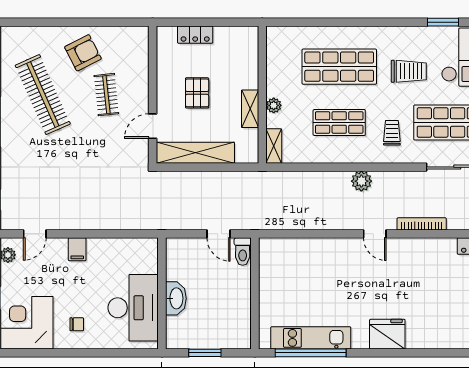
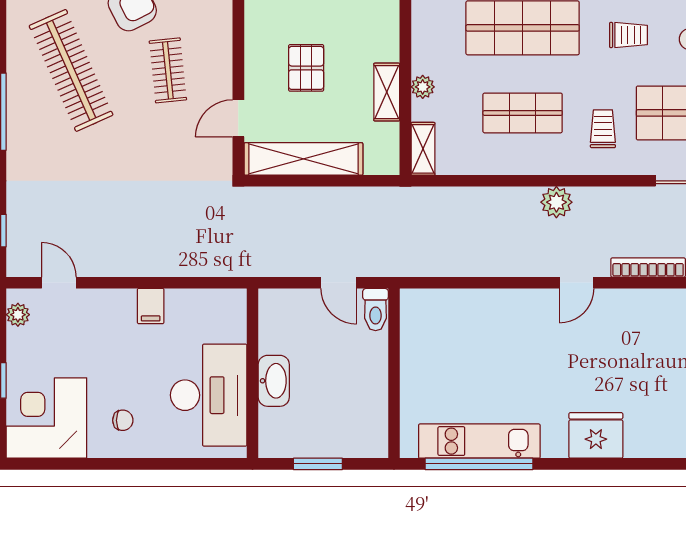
trolley: (409, 71) -> (628, 35), width x0.73, depth x0.72
door: (35, 234) -> (59, 283), swing flipped
door: (375, 234) -> (577, 283), hinge flipped
filing cabinet: (77, 249) -> (151, 306), moved

